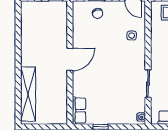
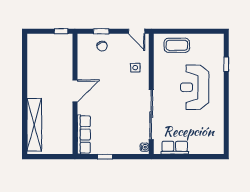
sliding door: (148, 84) -> (151, 114), width x1.86
row of seats: (79, 111) -> (84, 134), width x1.48

